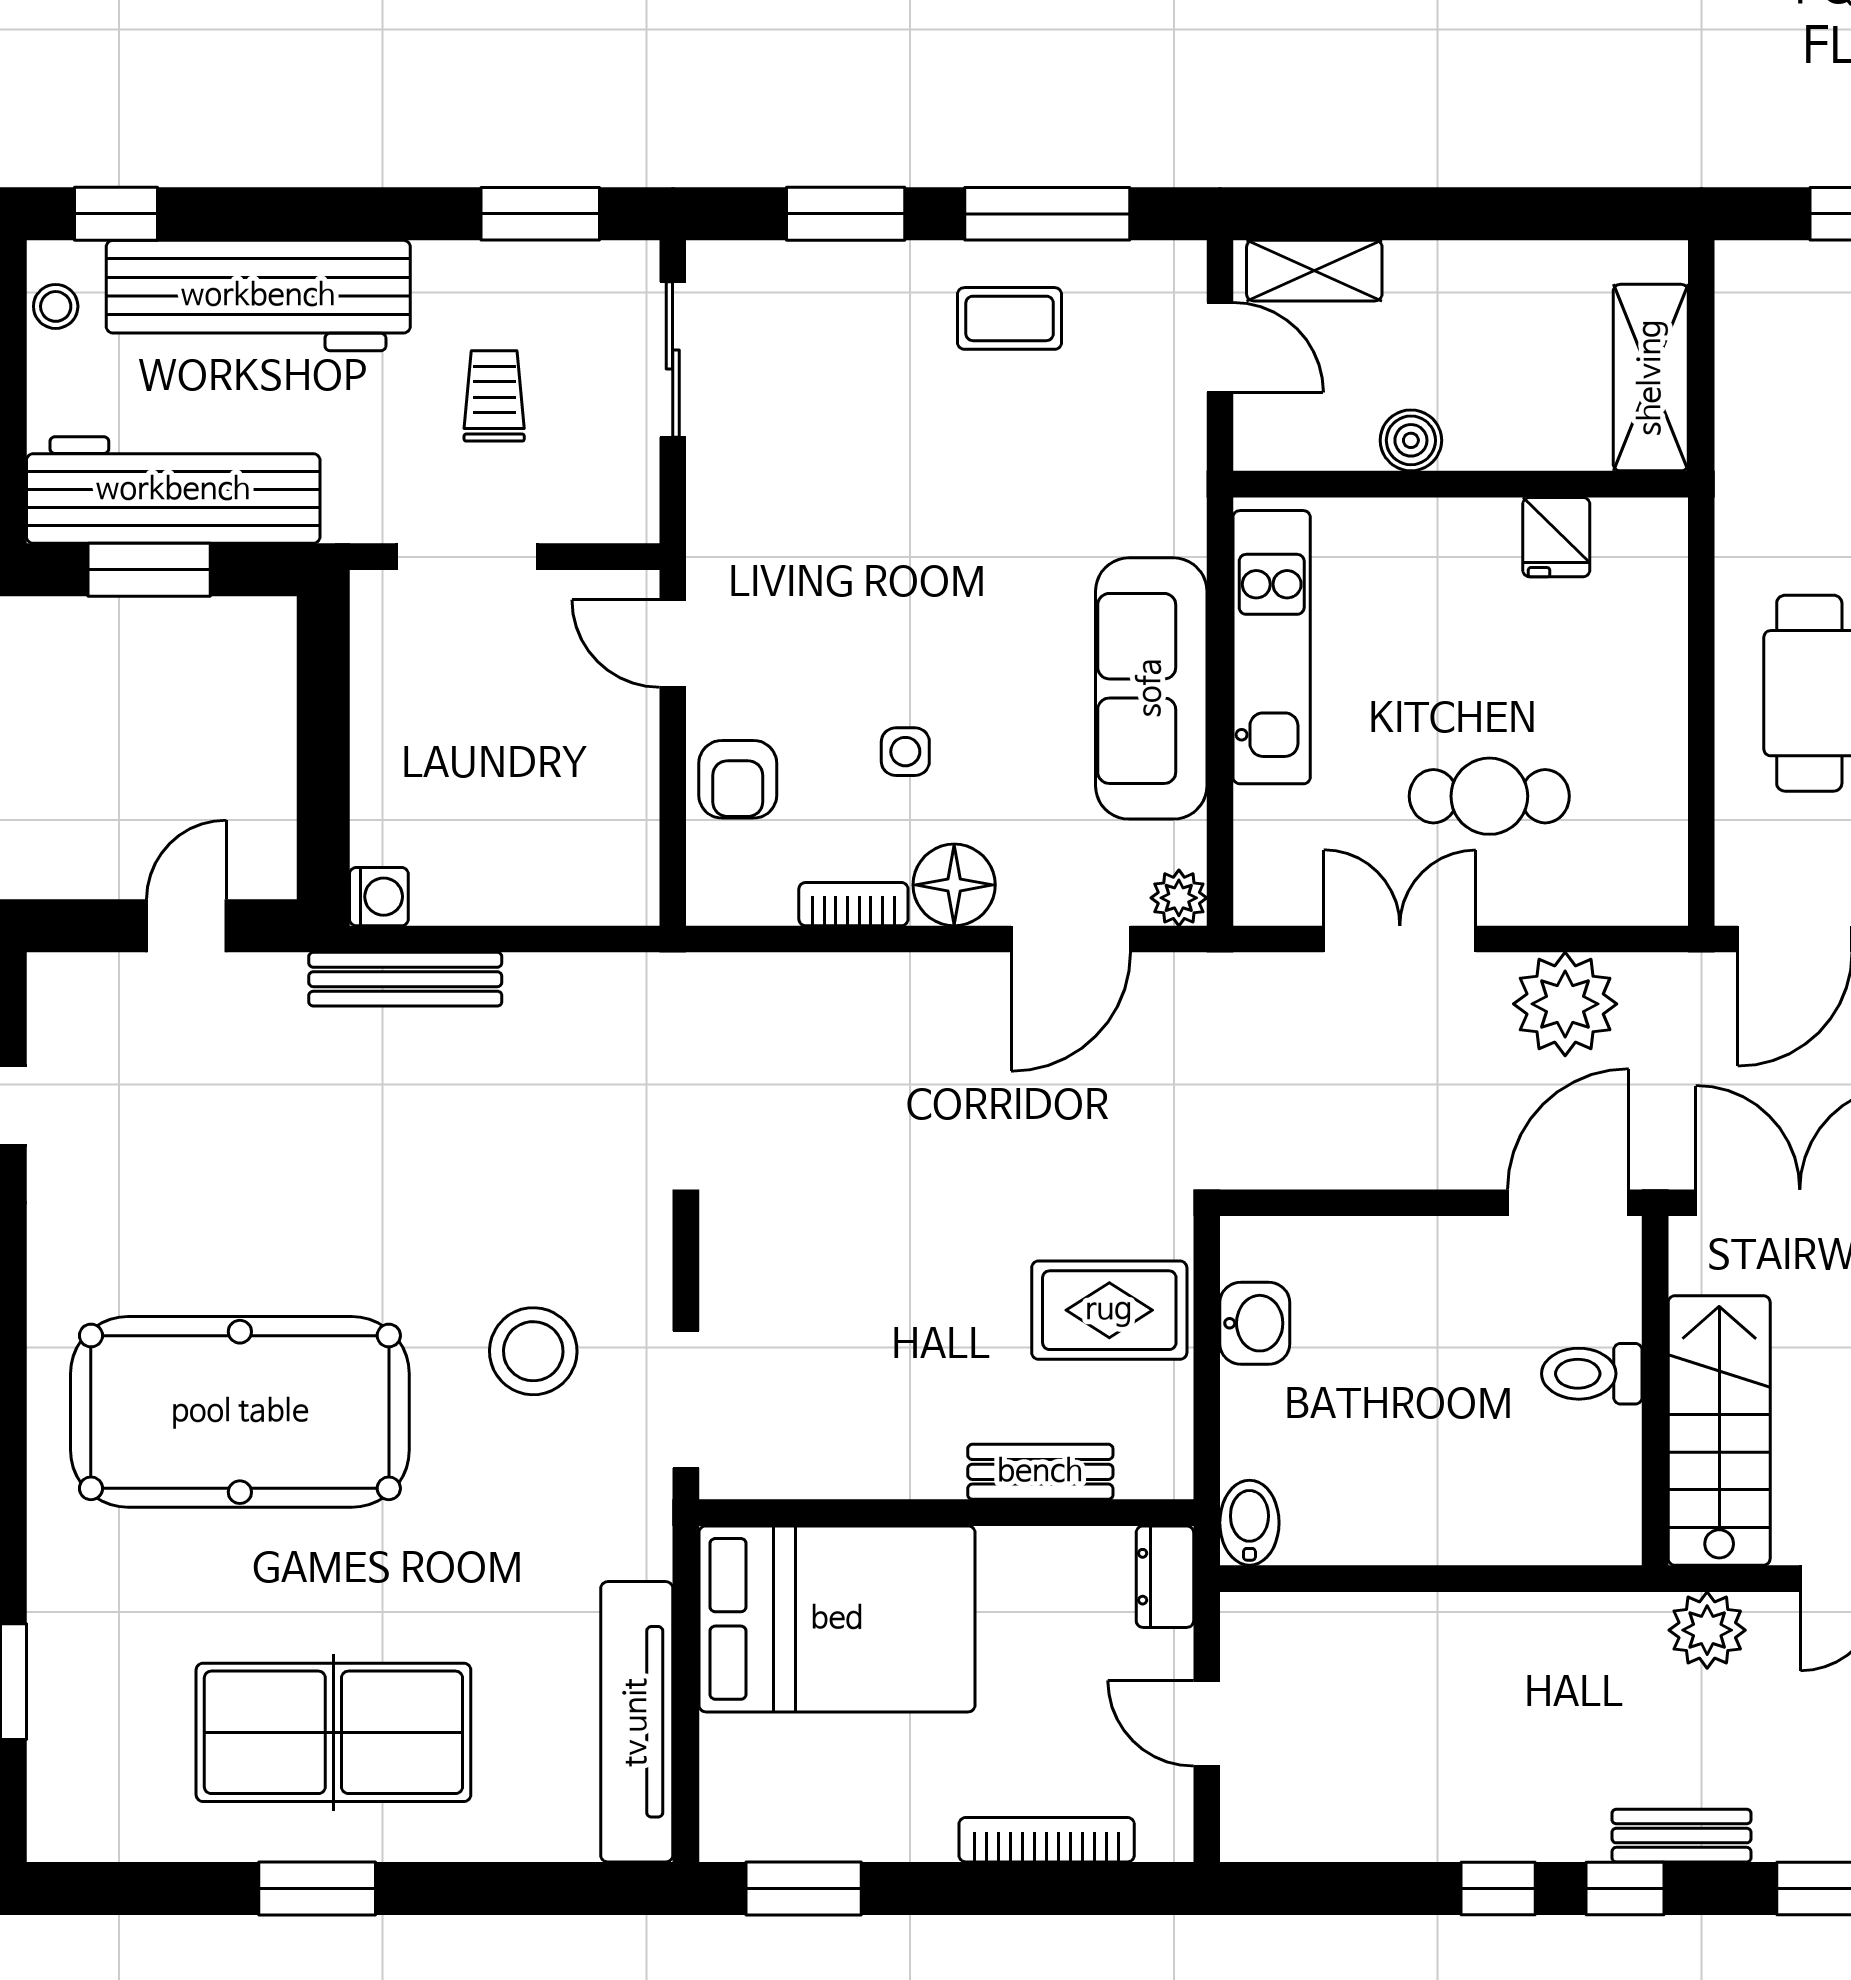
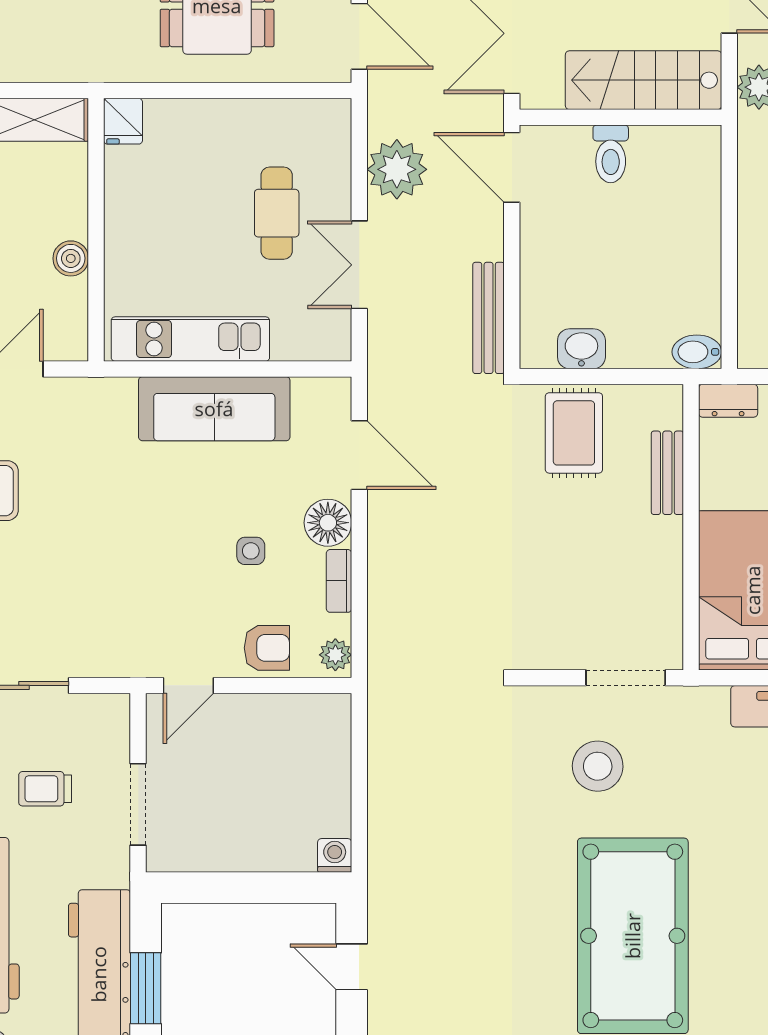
fridge: (1556, 537) -> (123, 121), moved, turned 90
plant: (1179, 898) -> (335, 655), moved
bench: (405, 979) -> (489, 318), moved

